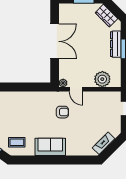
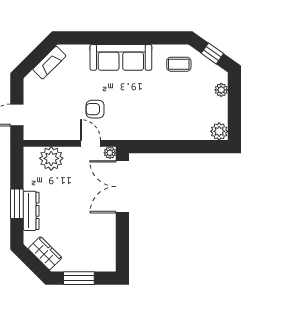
double door: (55, 41) -> (122, 187), moved
armchair: (62, 112) -> (95, 109), moved
sofa: (50, 147) -> (121, 57), width x1.36

